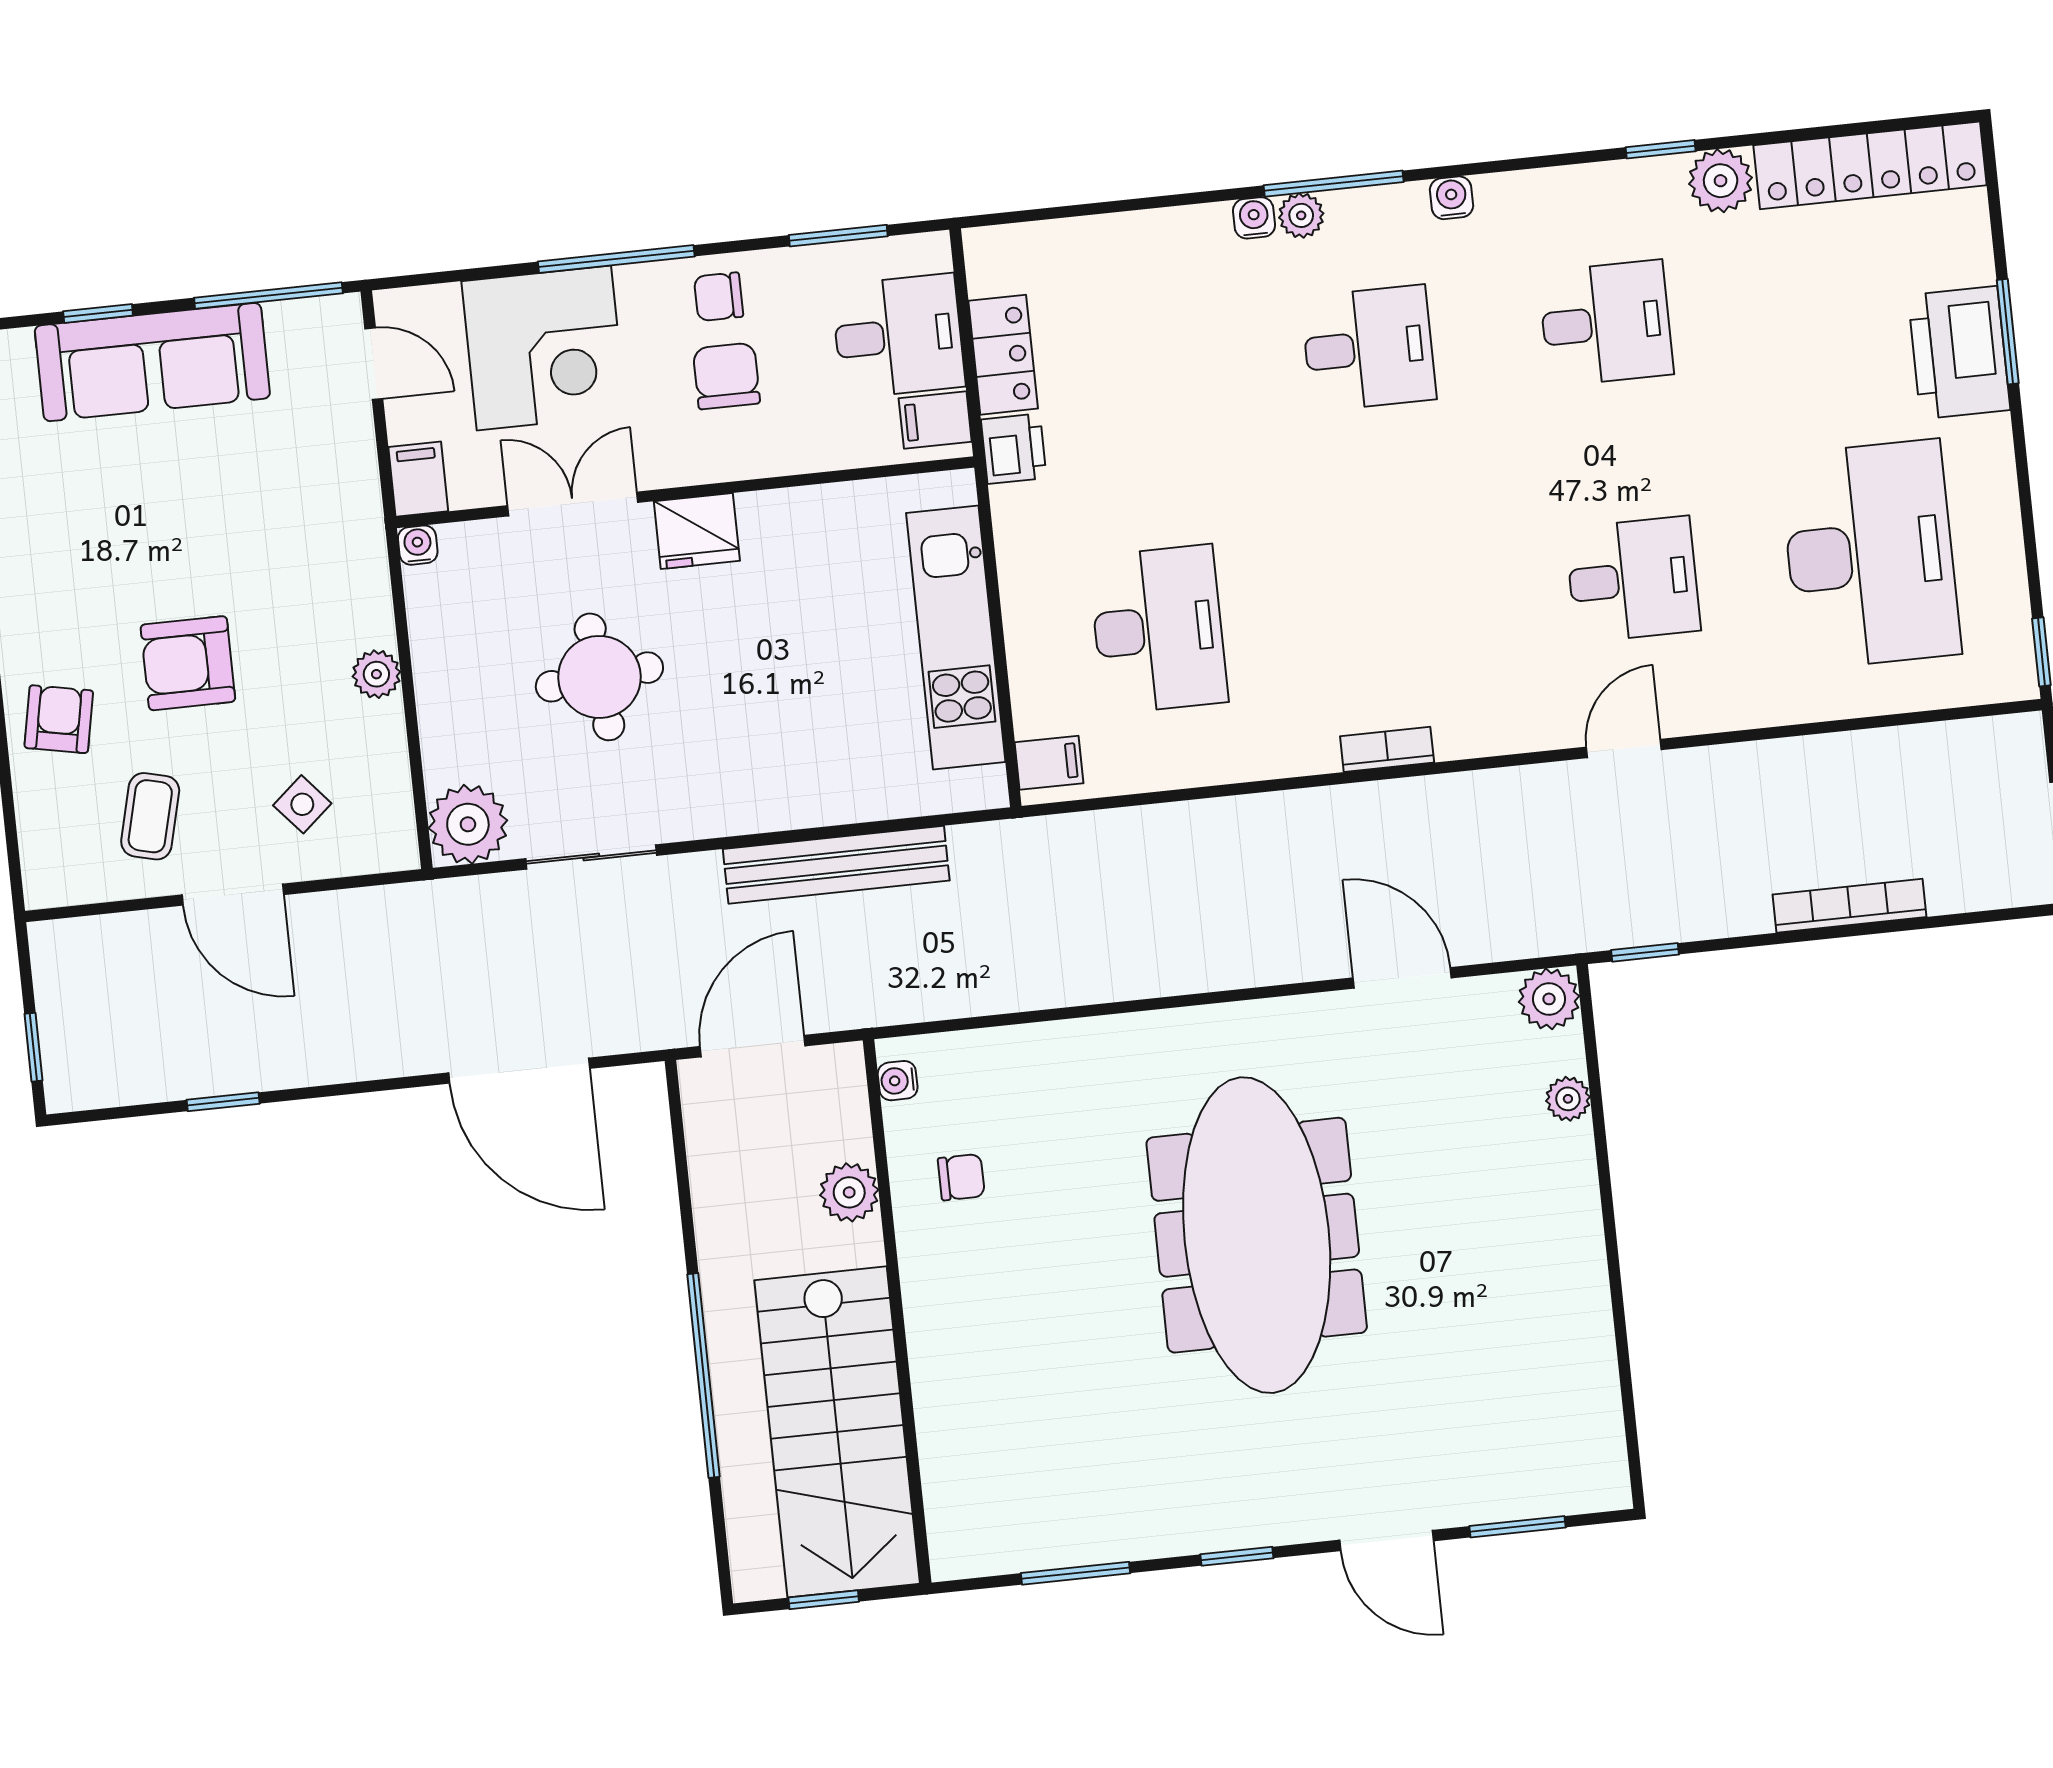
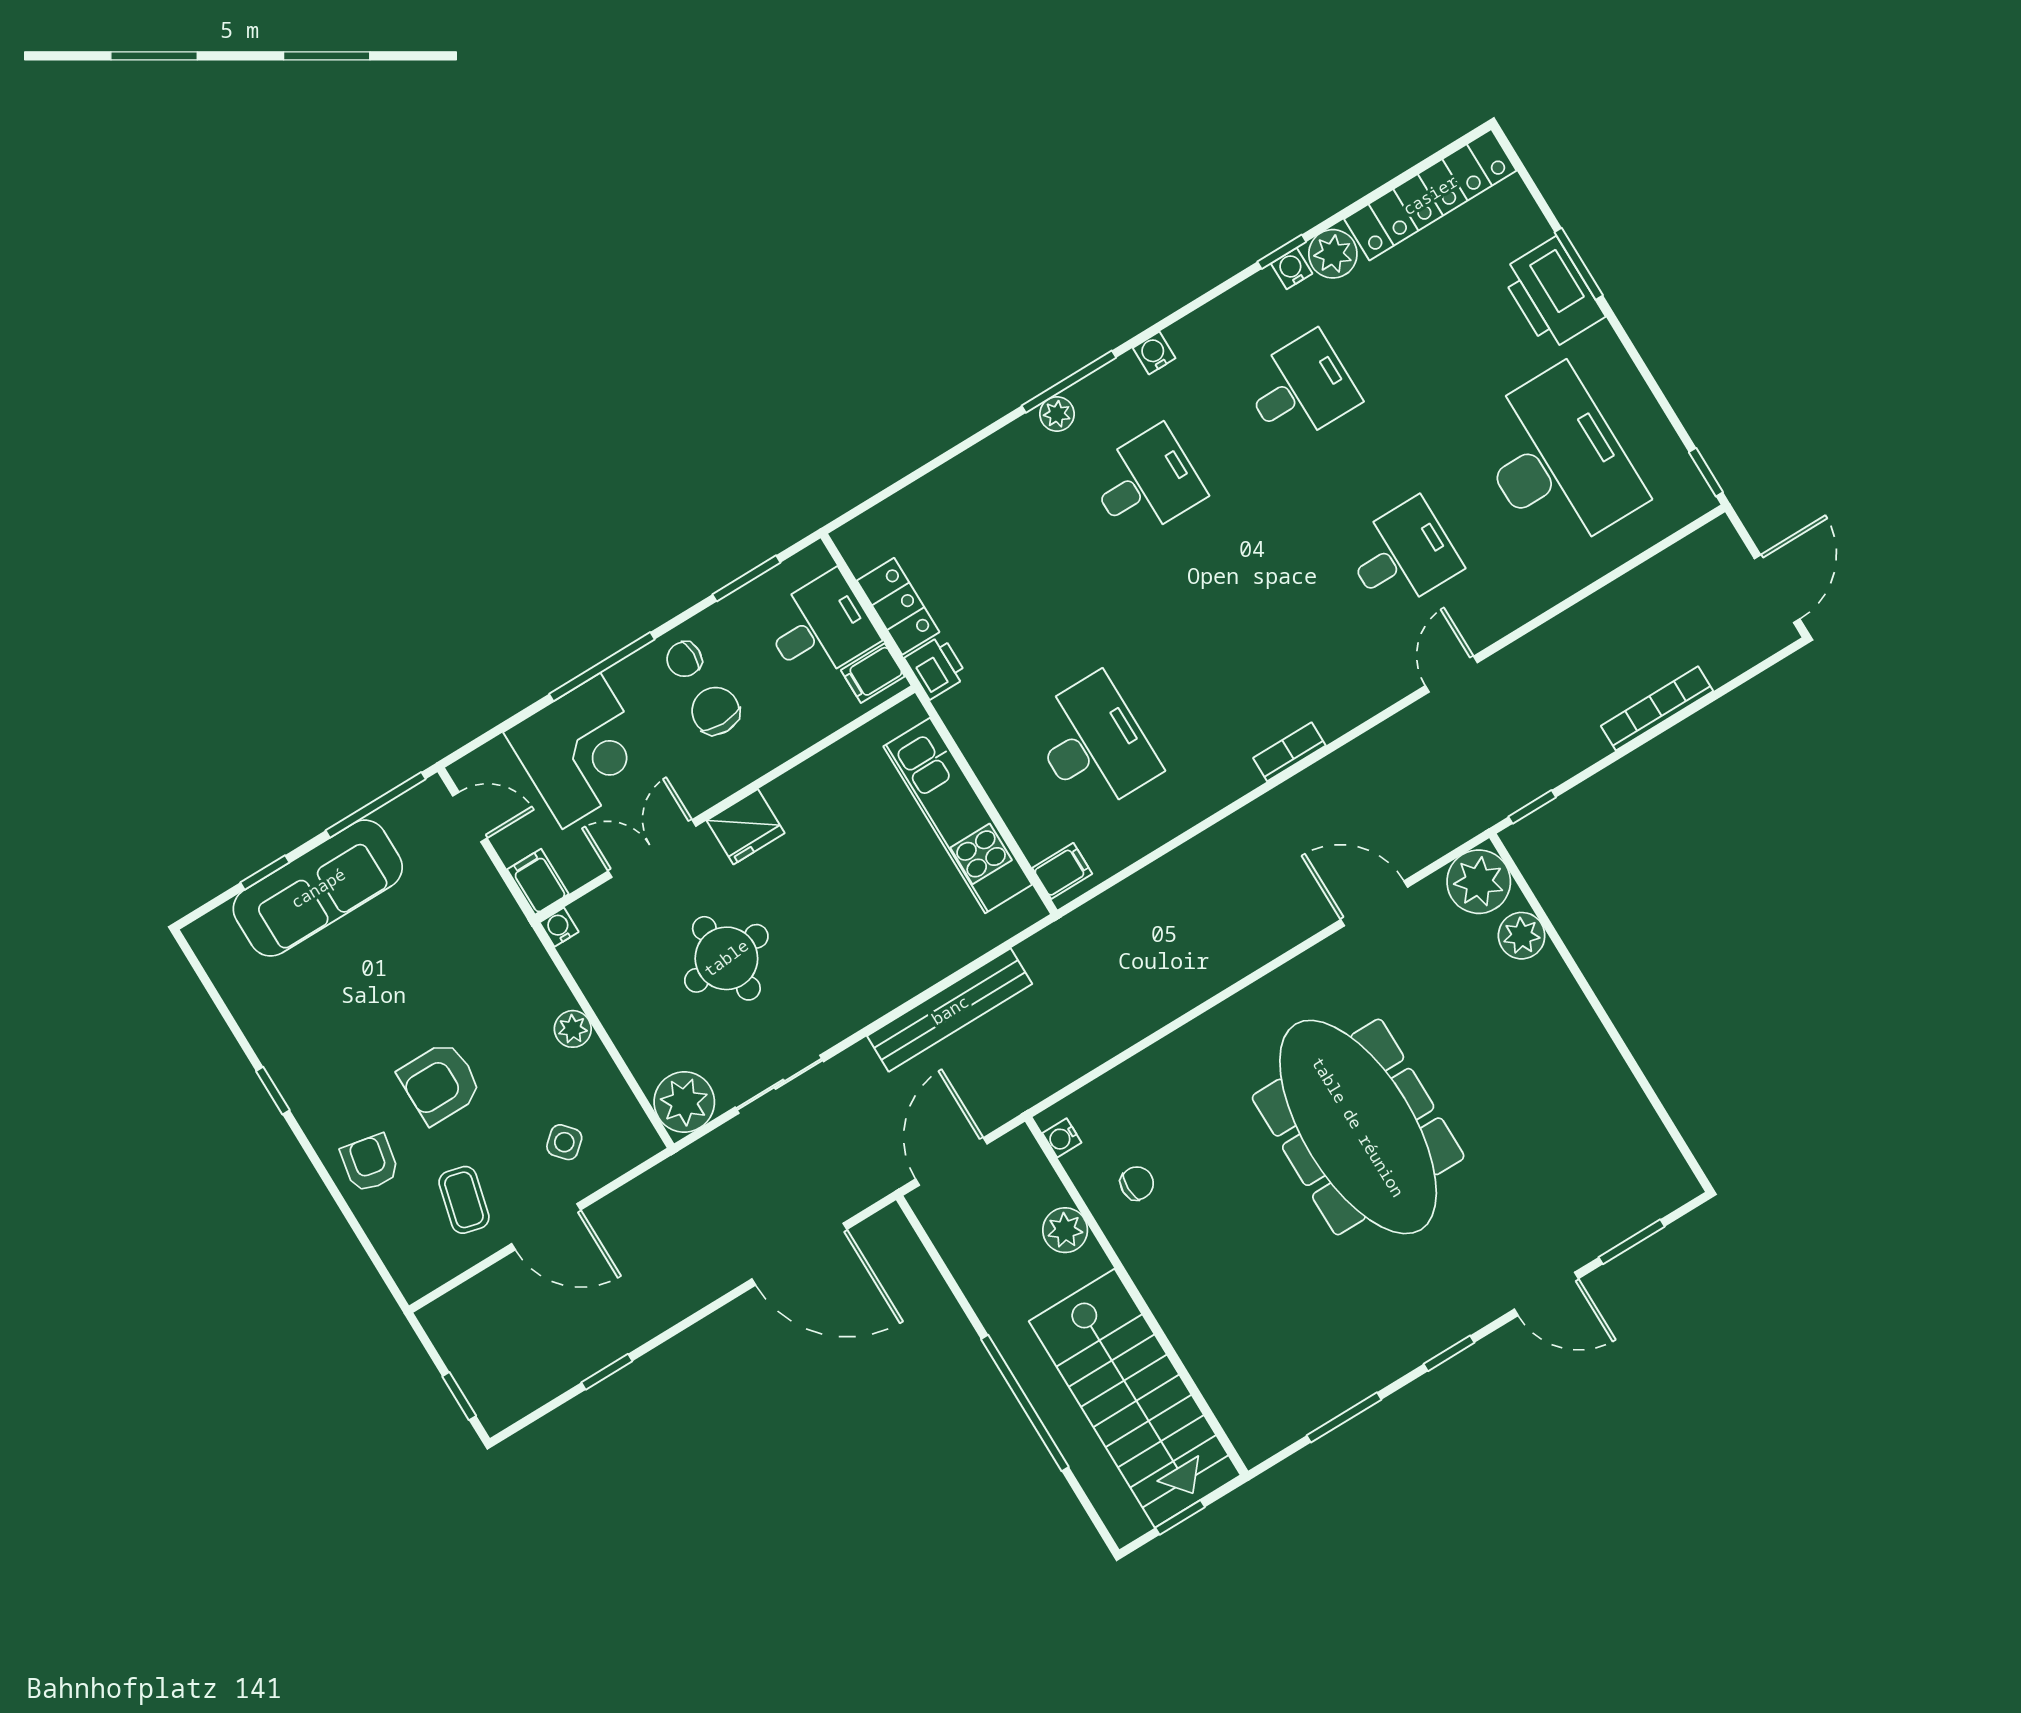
water cooler: (1254, 218) -> (1292, 269), moved
plant: (1549, 999) -> (1479, 882), width x1.36, depth x1.36
plant: (1568, 1099) -> (1522, 936), width x1.38, depth x1.38

